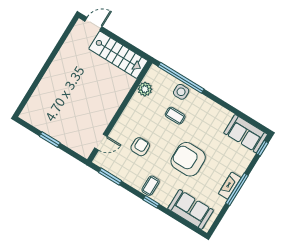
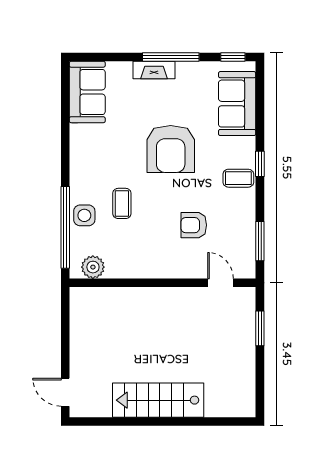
stairs: (118, 55) -> (158, 400), moved, turned -90
plant: (145, 89) -> (93, 267), moved
window: (50, 139) -> (260, 328), moved
window: (262, 148) -> (233, 57), moved
fireplace: (230, 186) -> (154, 70), moved

